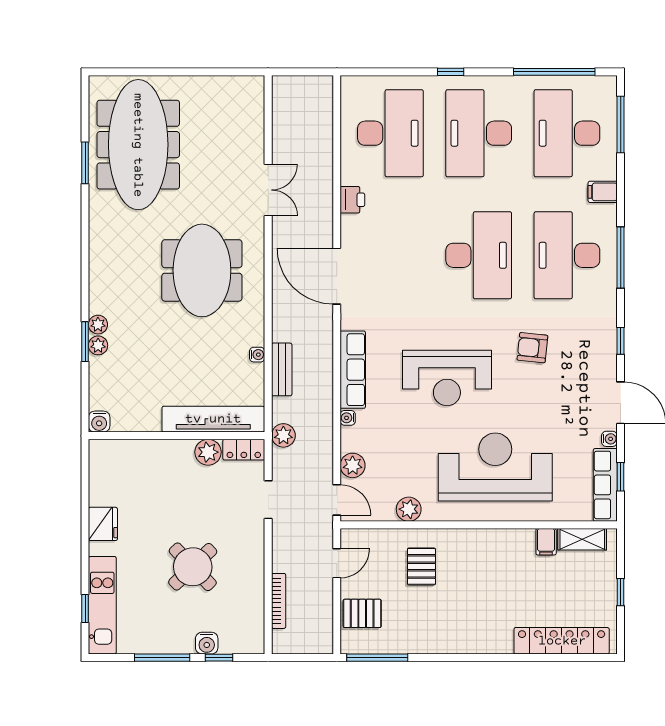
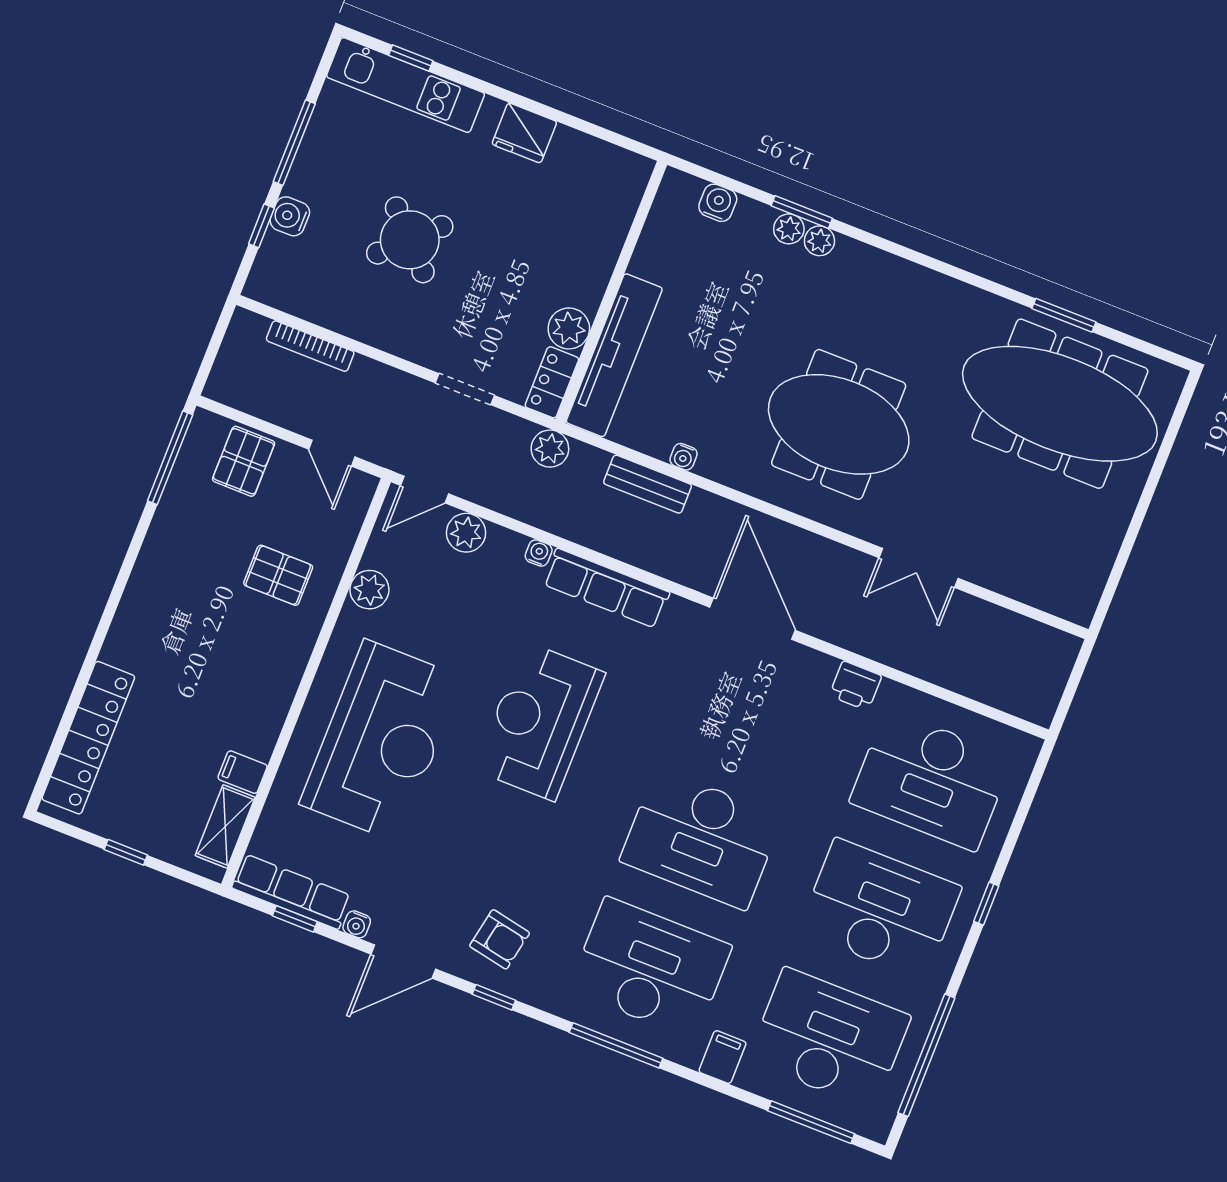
door: (337, 276) -> (752, 619), hinge flipped
armchair: (532, 348) -> (500, 939), moved, turned 95
water cooler: (99, 422) -> (718, 203), moved, turned 90

